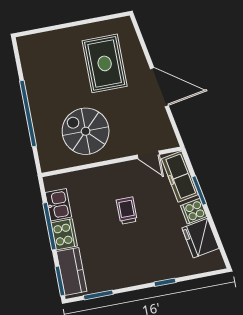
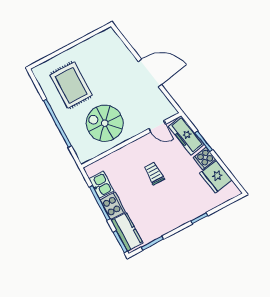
rug: (105, 63) -> (71, 85), moved

